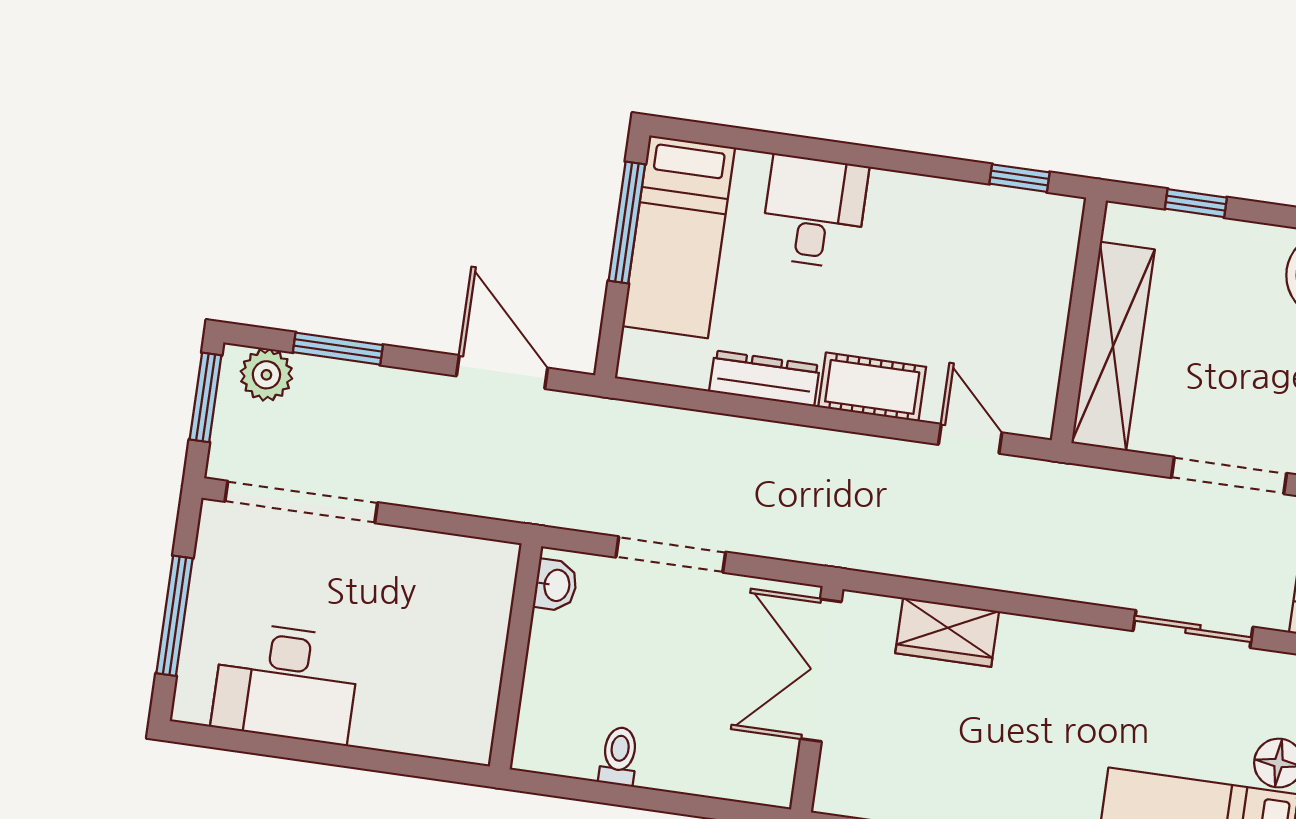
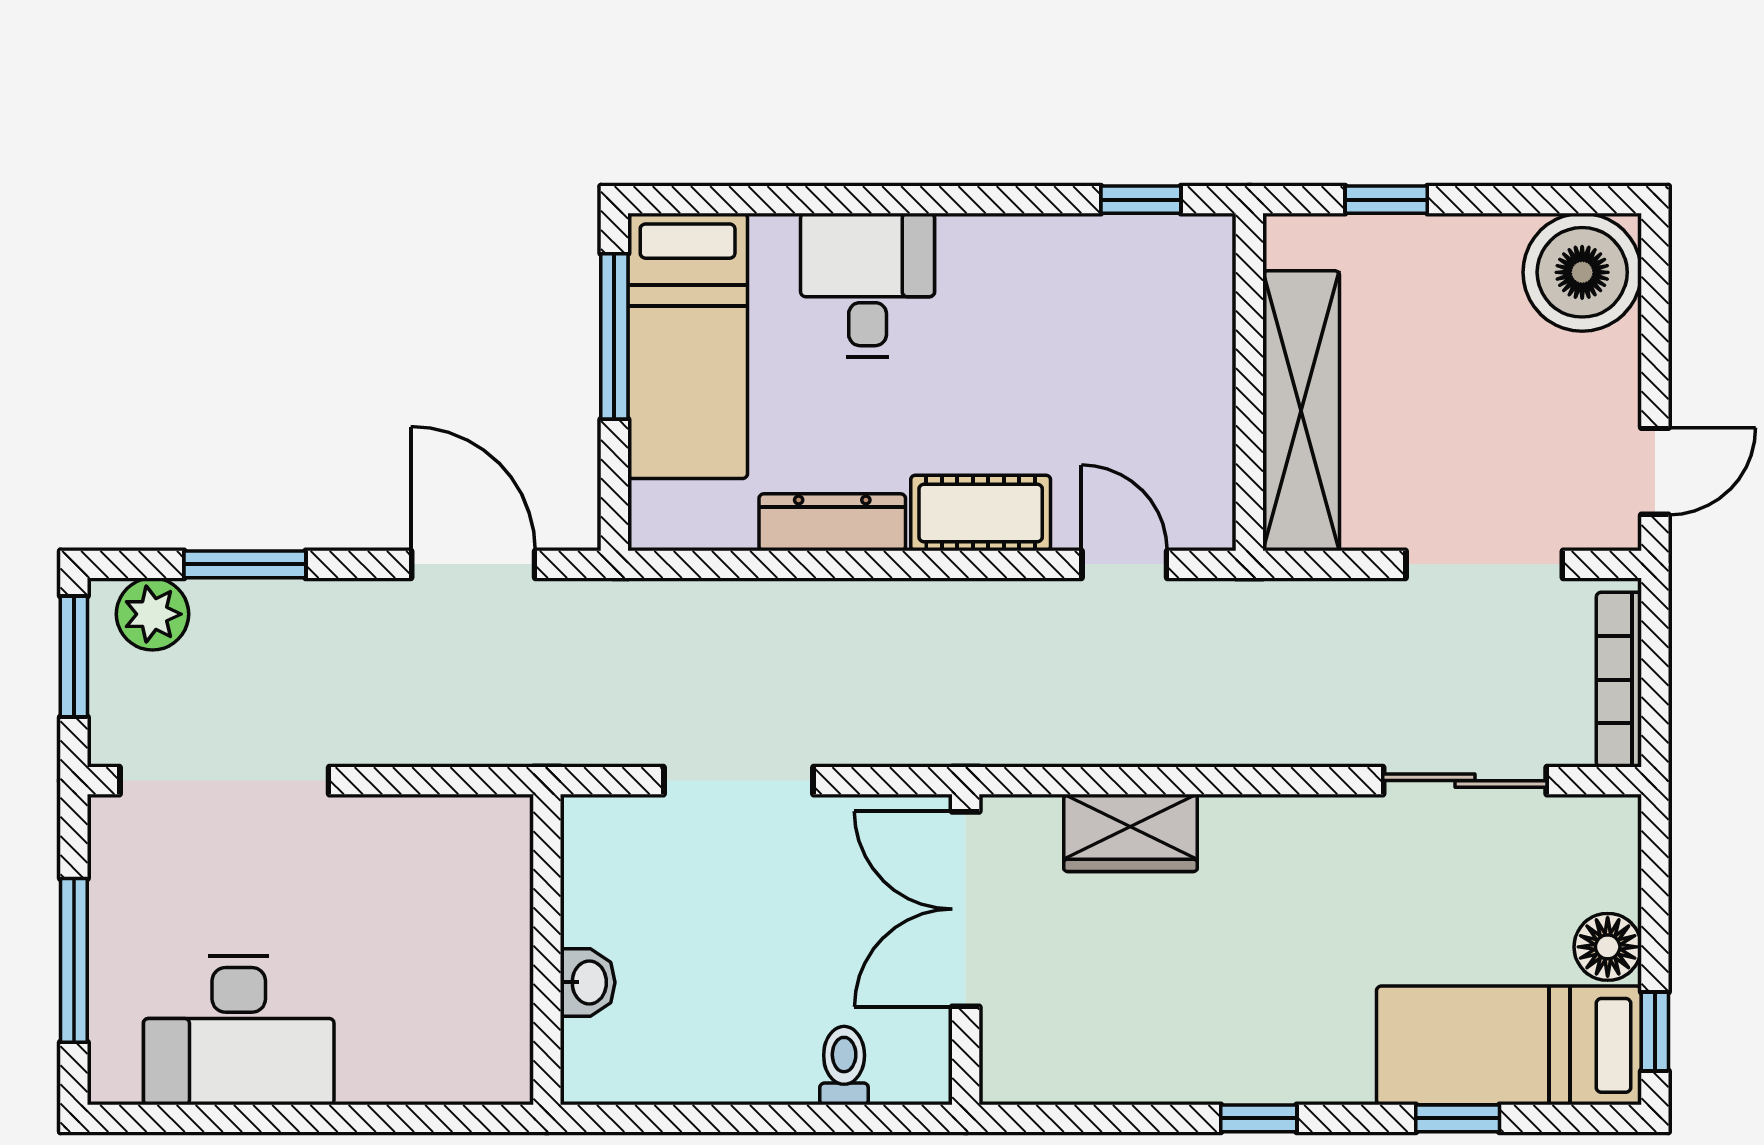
washbasin: (556, 585) -> (588, 982), moved
toilet: (619, 756) -> (844, 1066), moved

